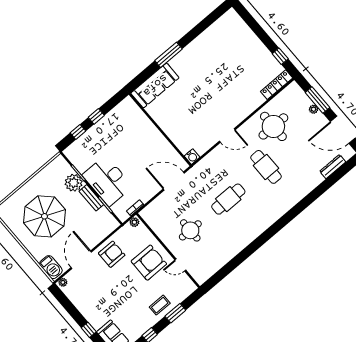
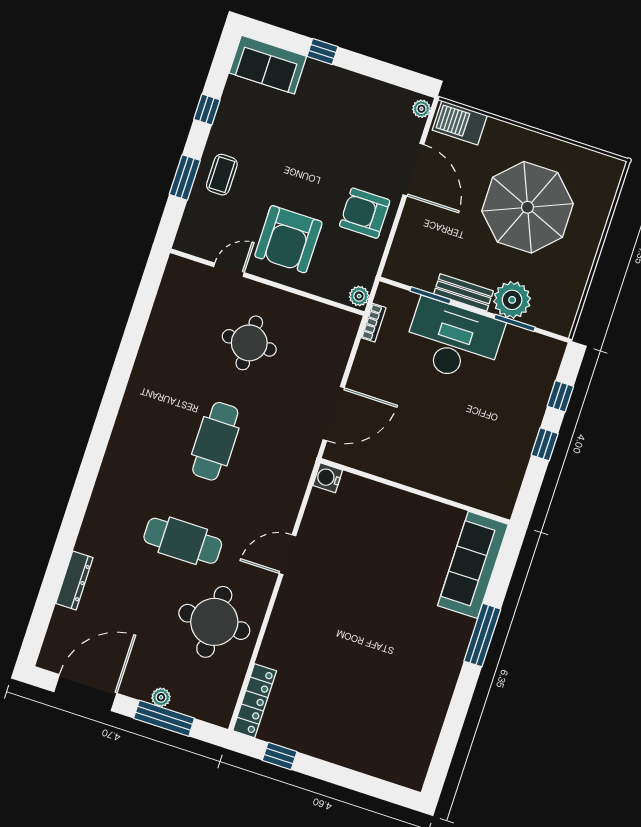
dresser: (333, 167) -> (74, 580), moved
armchair: (112, 254) -> (365, 213), turned 90

